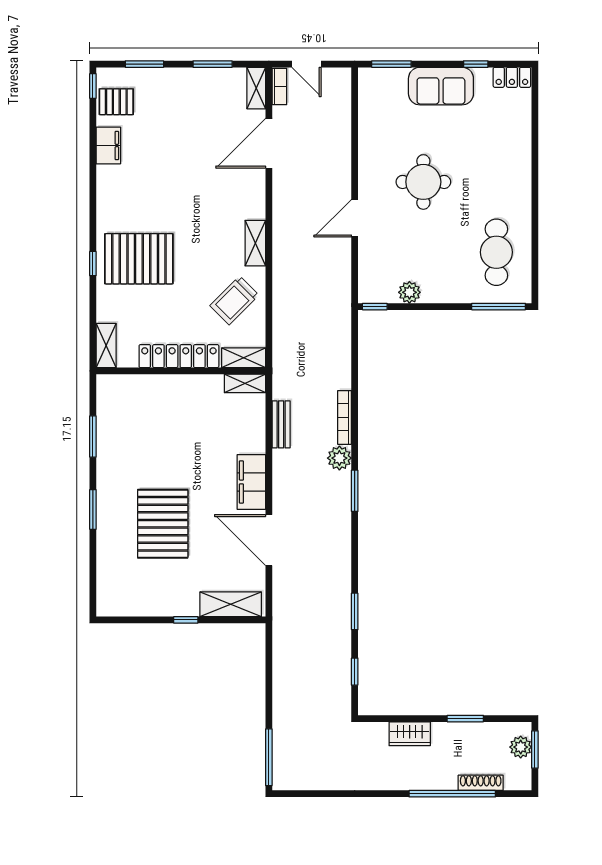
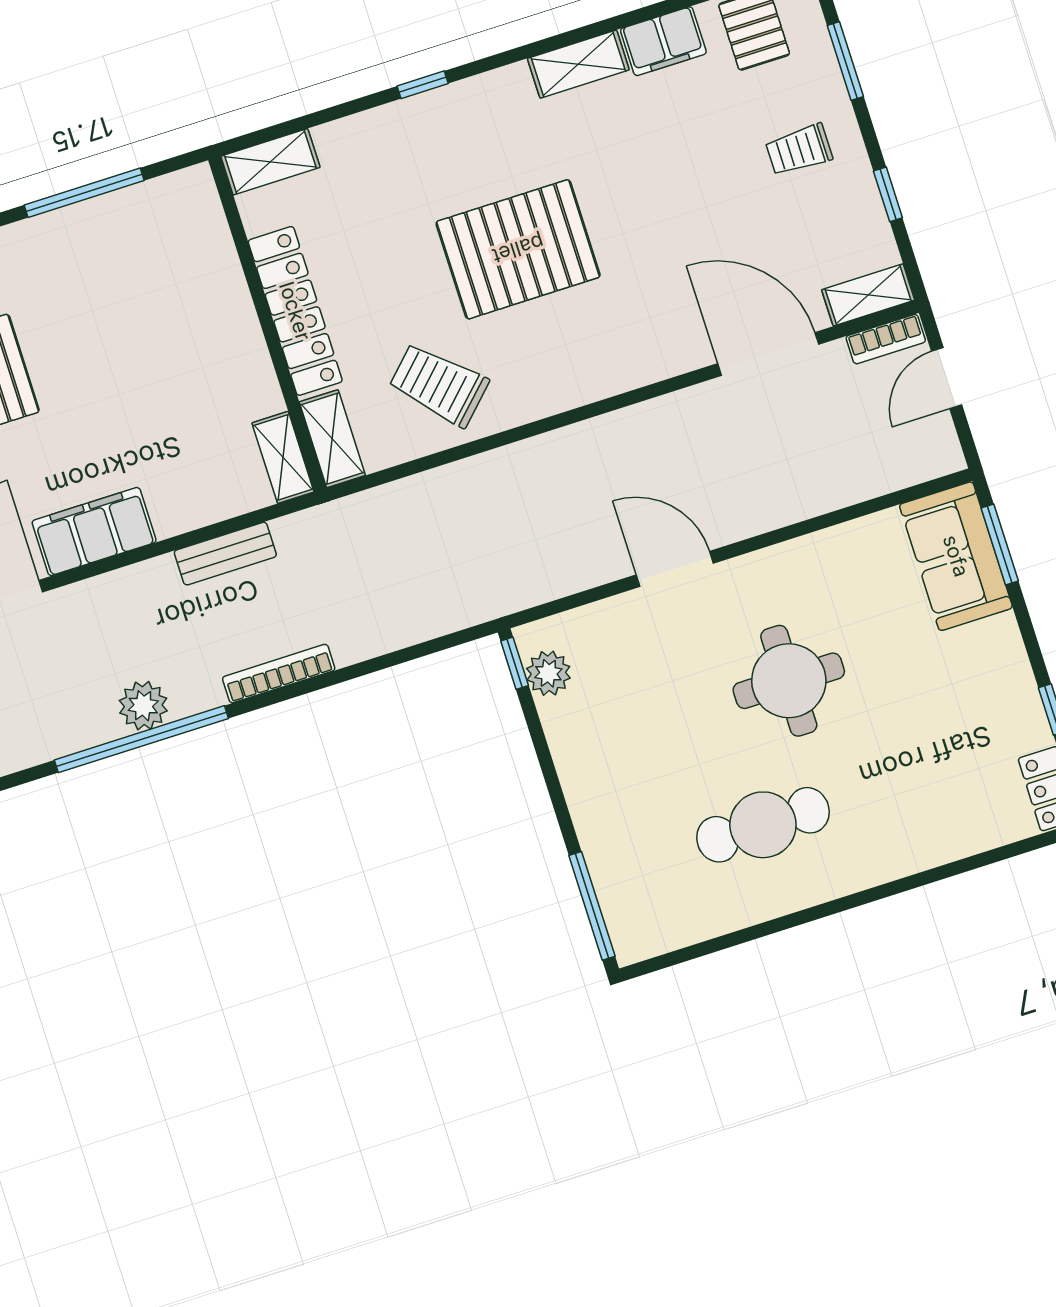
window: (213, 64) -> (888, 194), width x0.67
sofa: (441, 86) -> (956, 556), moved
trolley: (179, 99) -> (799, 150), added
shelving: (255, 243) -> (578, 64), moved
cafe table: (496, 252) -> (763, 825), moved
pallet: (139, 259) -> (518, 249), moved, turned 90
plant: (409, 292) -> (548, 673), moved
window: (93, 436) -> (84, 193), width x1.44
plant: (339, 458) -> (143, 706), moved
window: (355, 491) -> (141, 739), width x2.11

